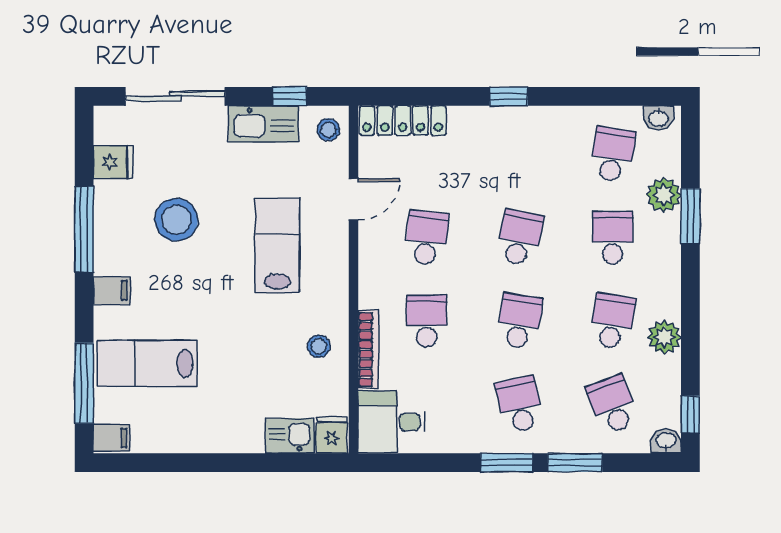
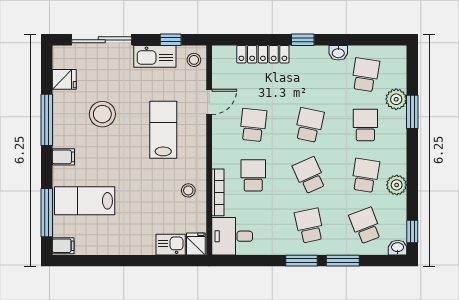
washbasin: (659, 118) -> (338, 53), moved
locker: (403, 120) -> (263, 54), moved
school desk: (520, 321) -> (309, 175), turned -33

